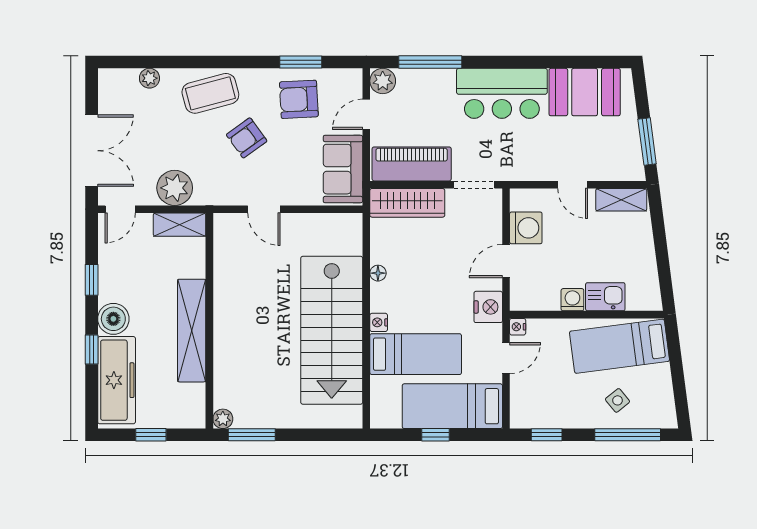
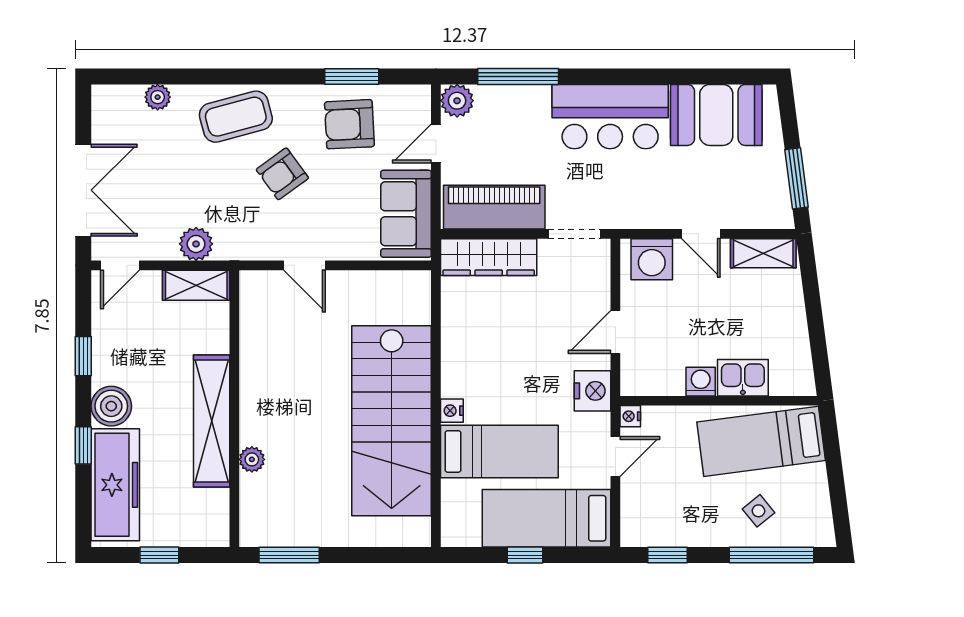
plant: (175, 188) -> (196, 244), width x0.73, depth x0.73
washing machine: (526, 228) -> (652, 259), moved, turned 90
floor lamp: (378, 273) -> (451, 347), removed
plant: (223, 419) -> (252, 459), moved

